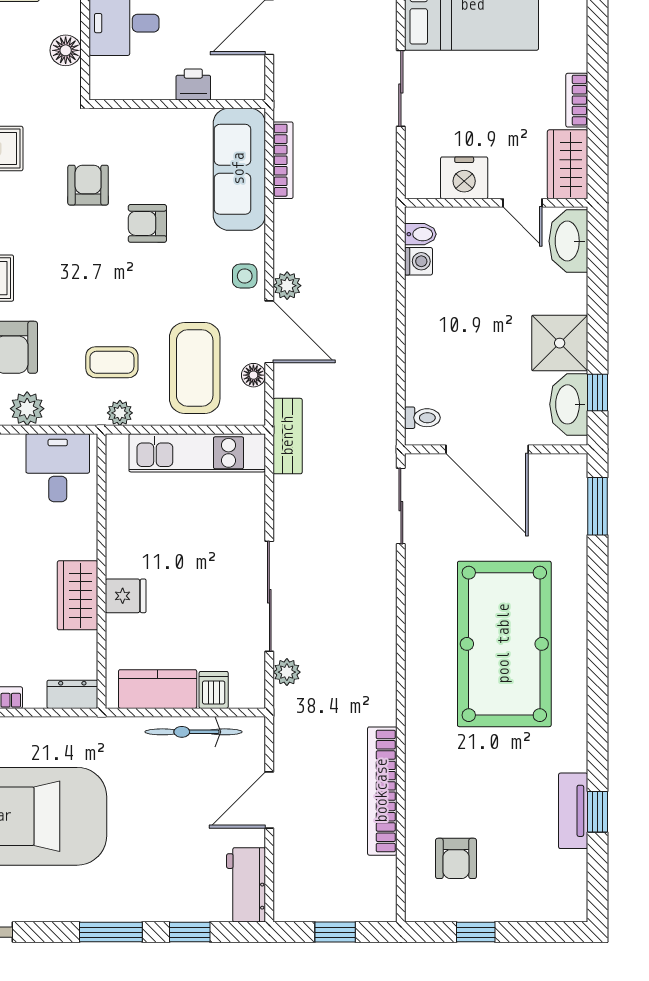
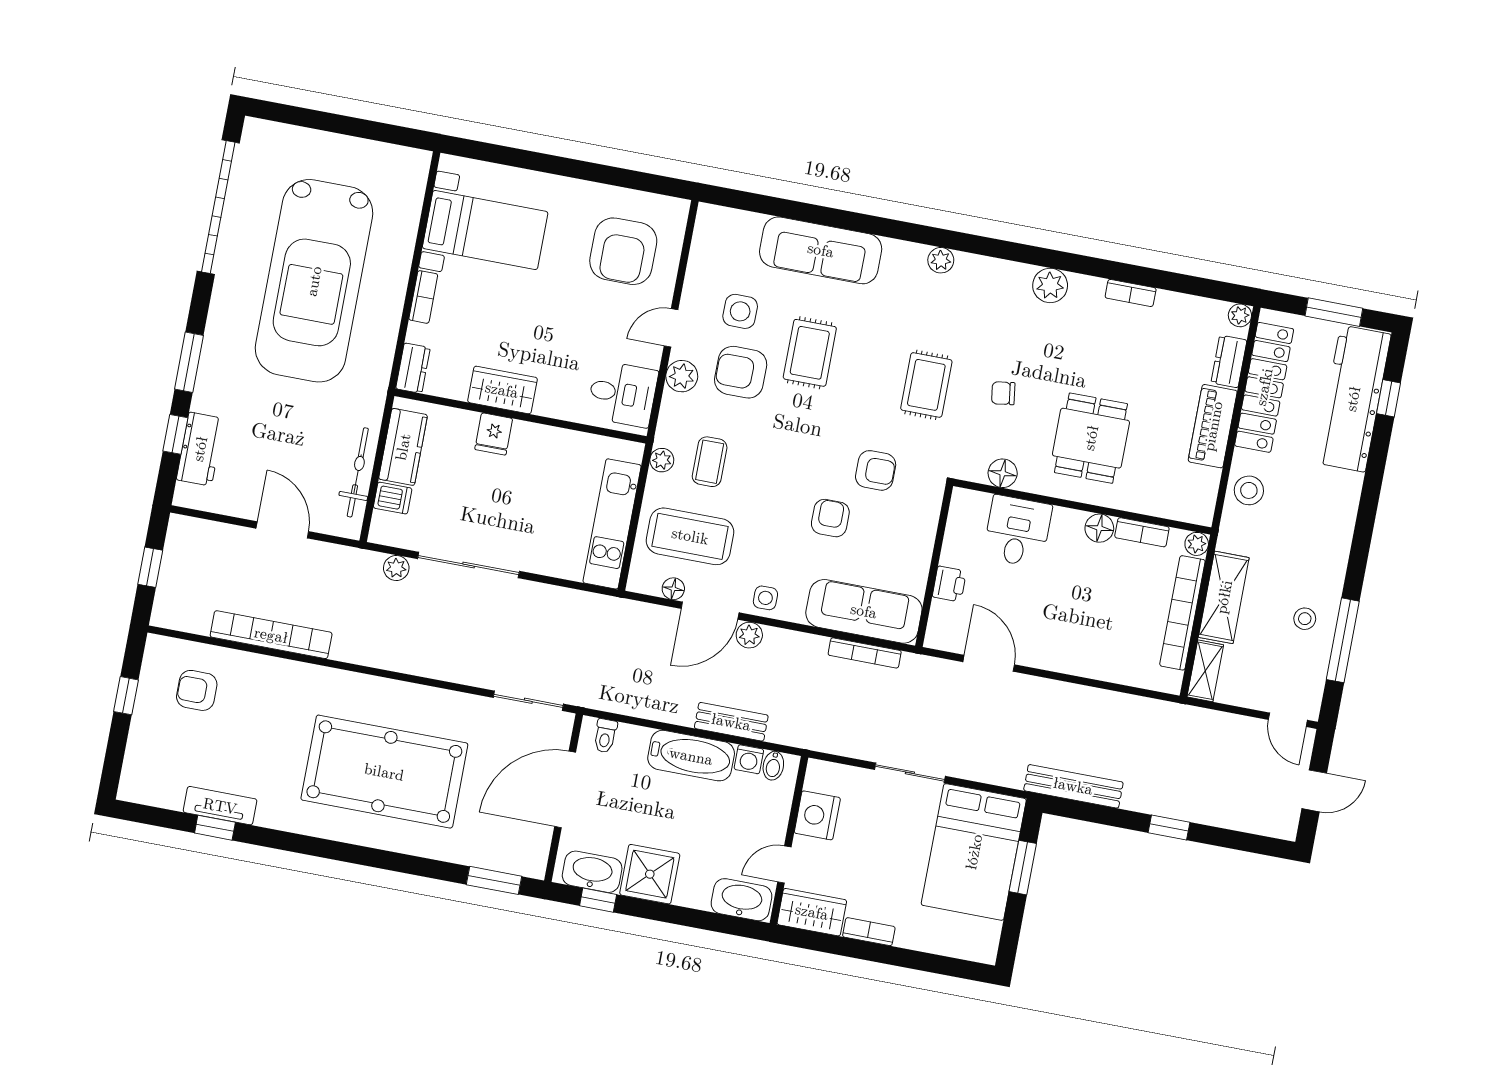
bathtub: (426, 323) -> (691, 756), added
bench: (288, 436) -> (731, 722), moved
workbench: (246, 885) -> (200, 449), moved, turned 90

